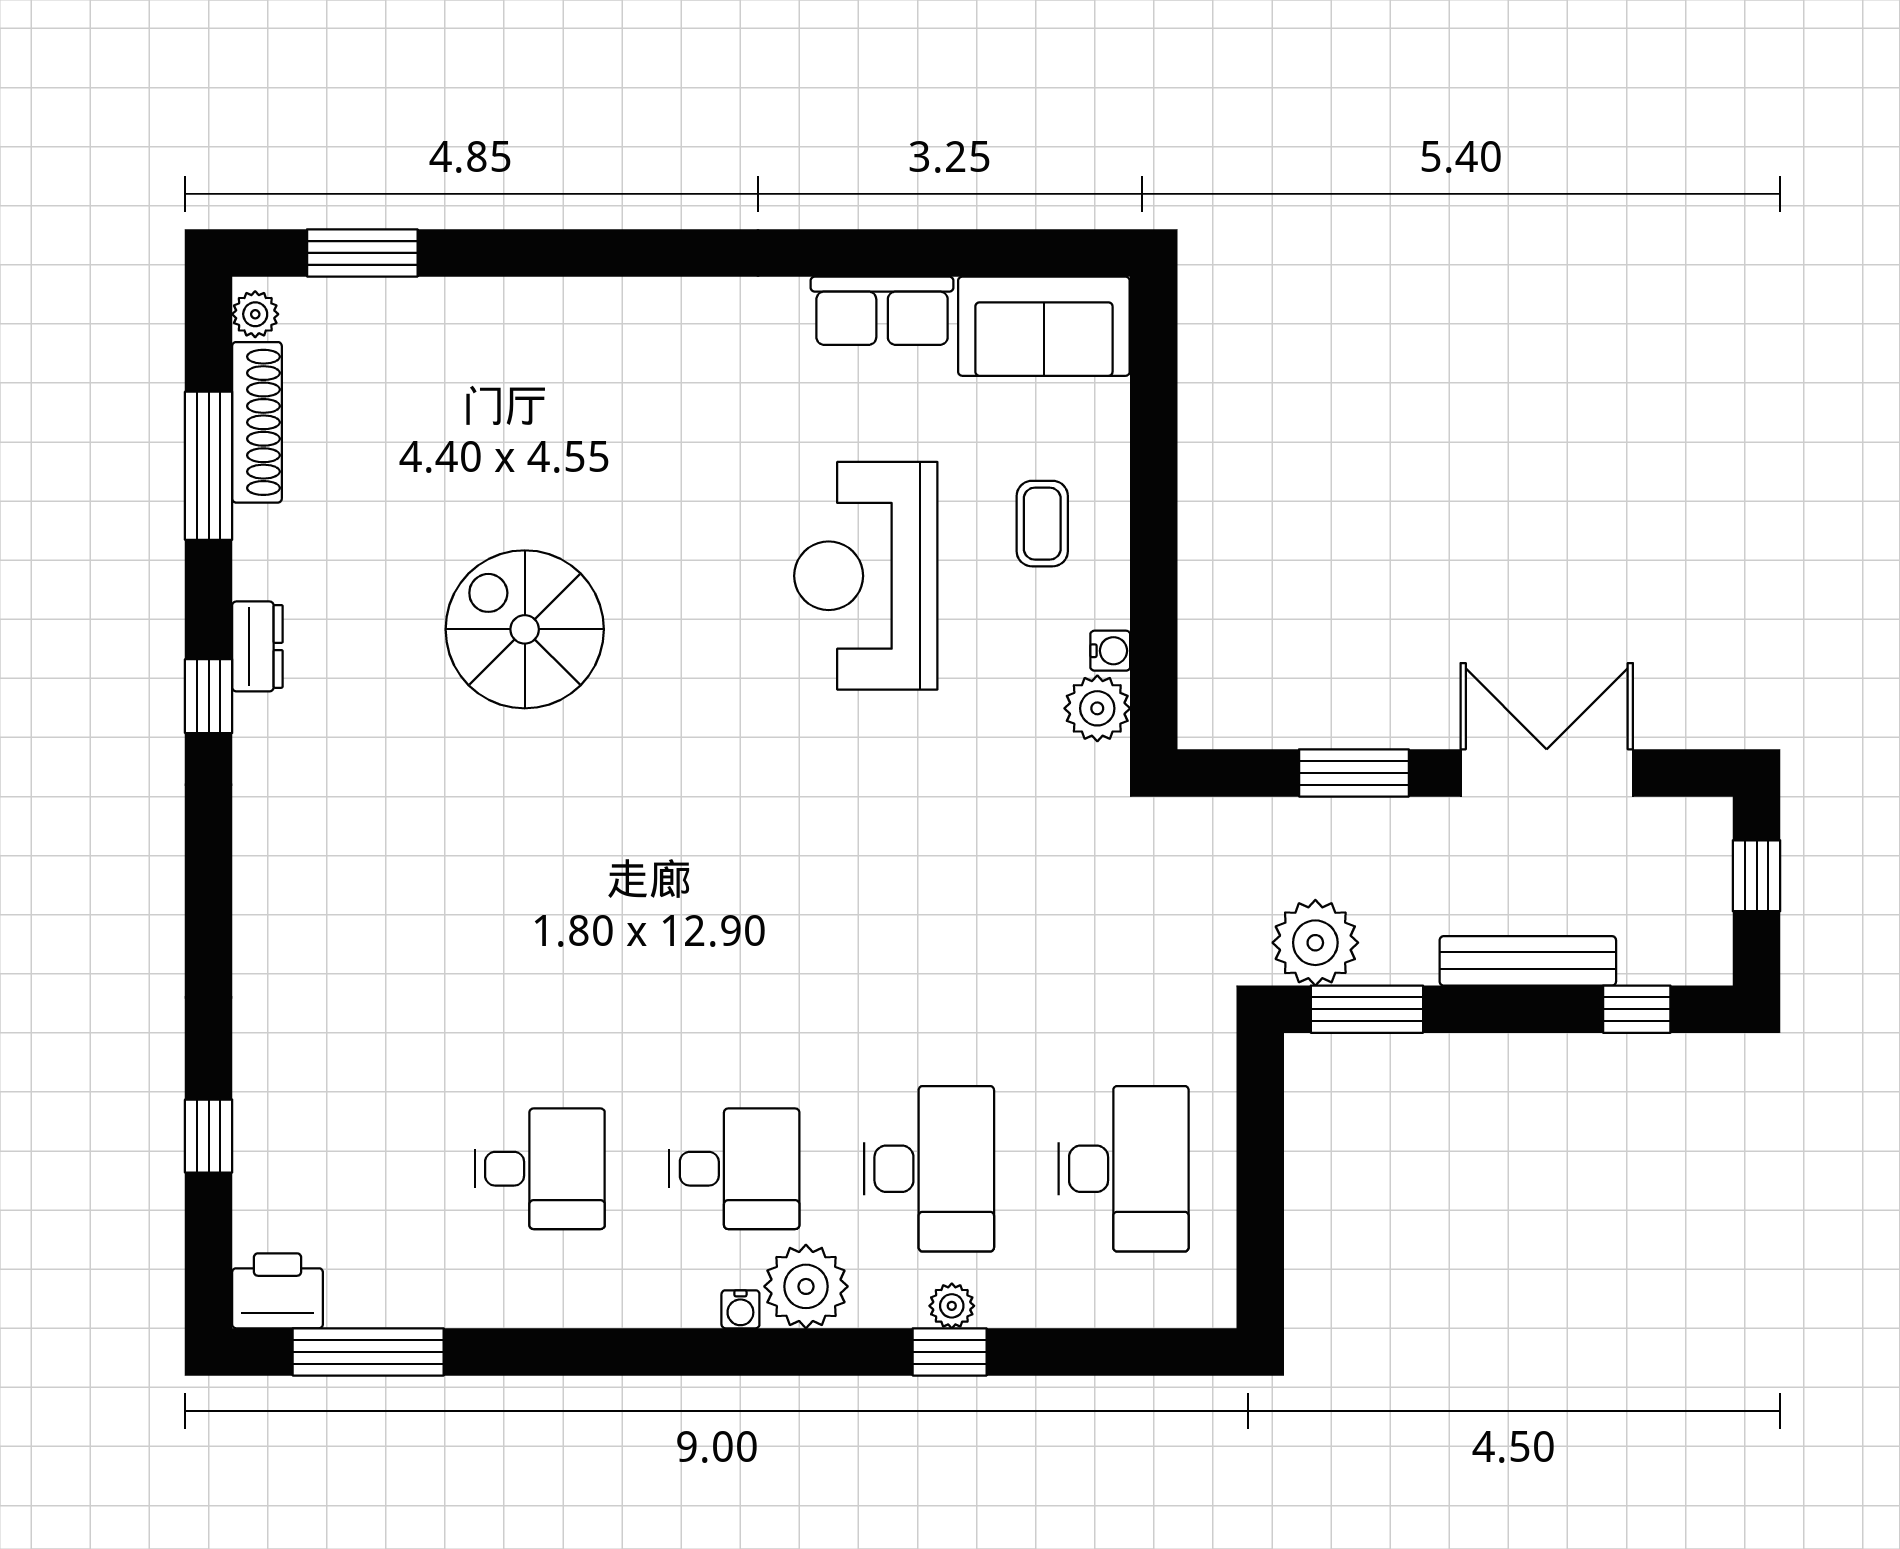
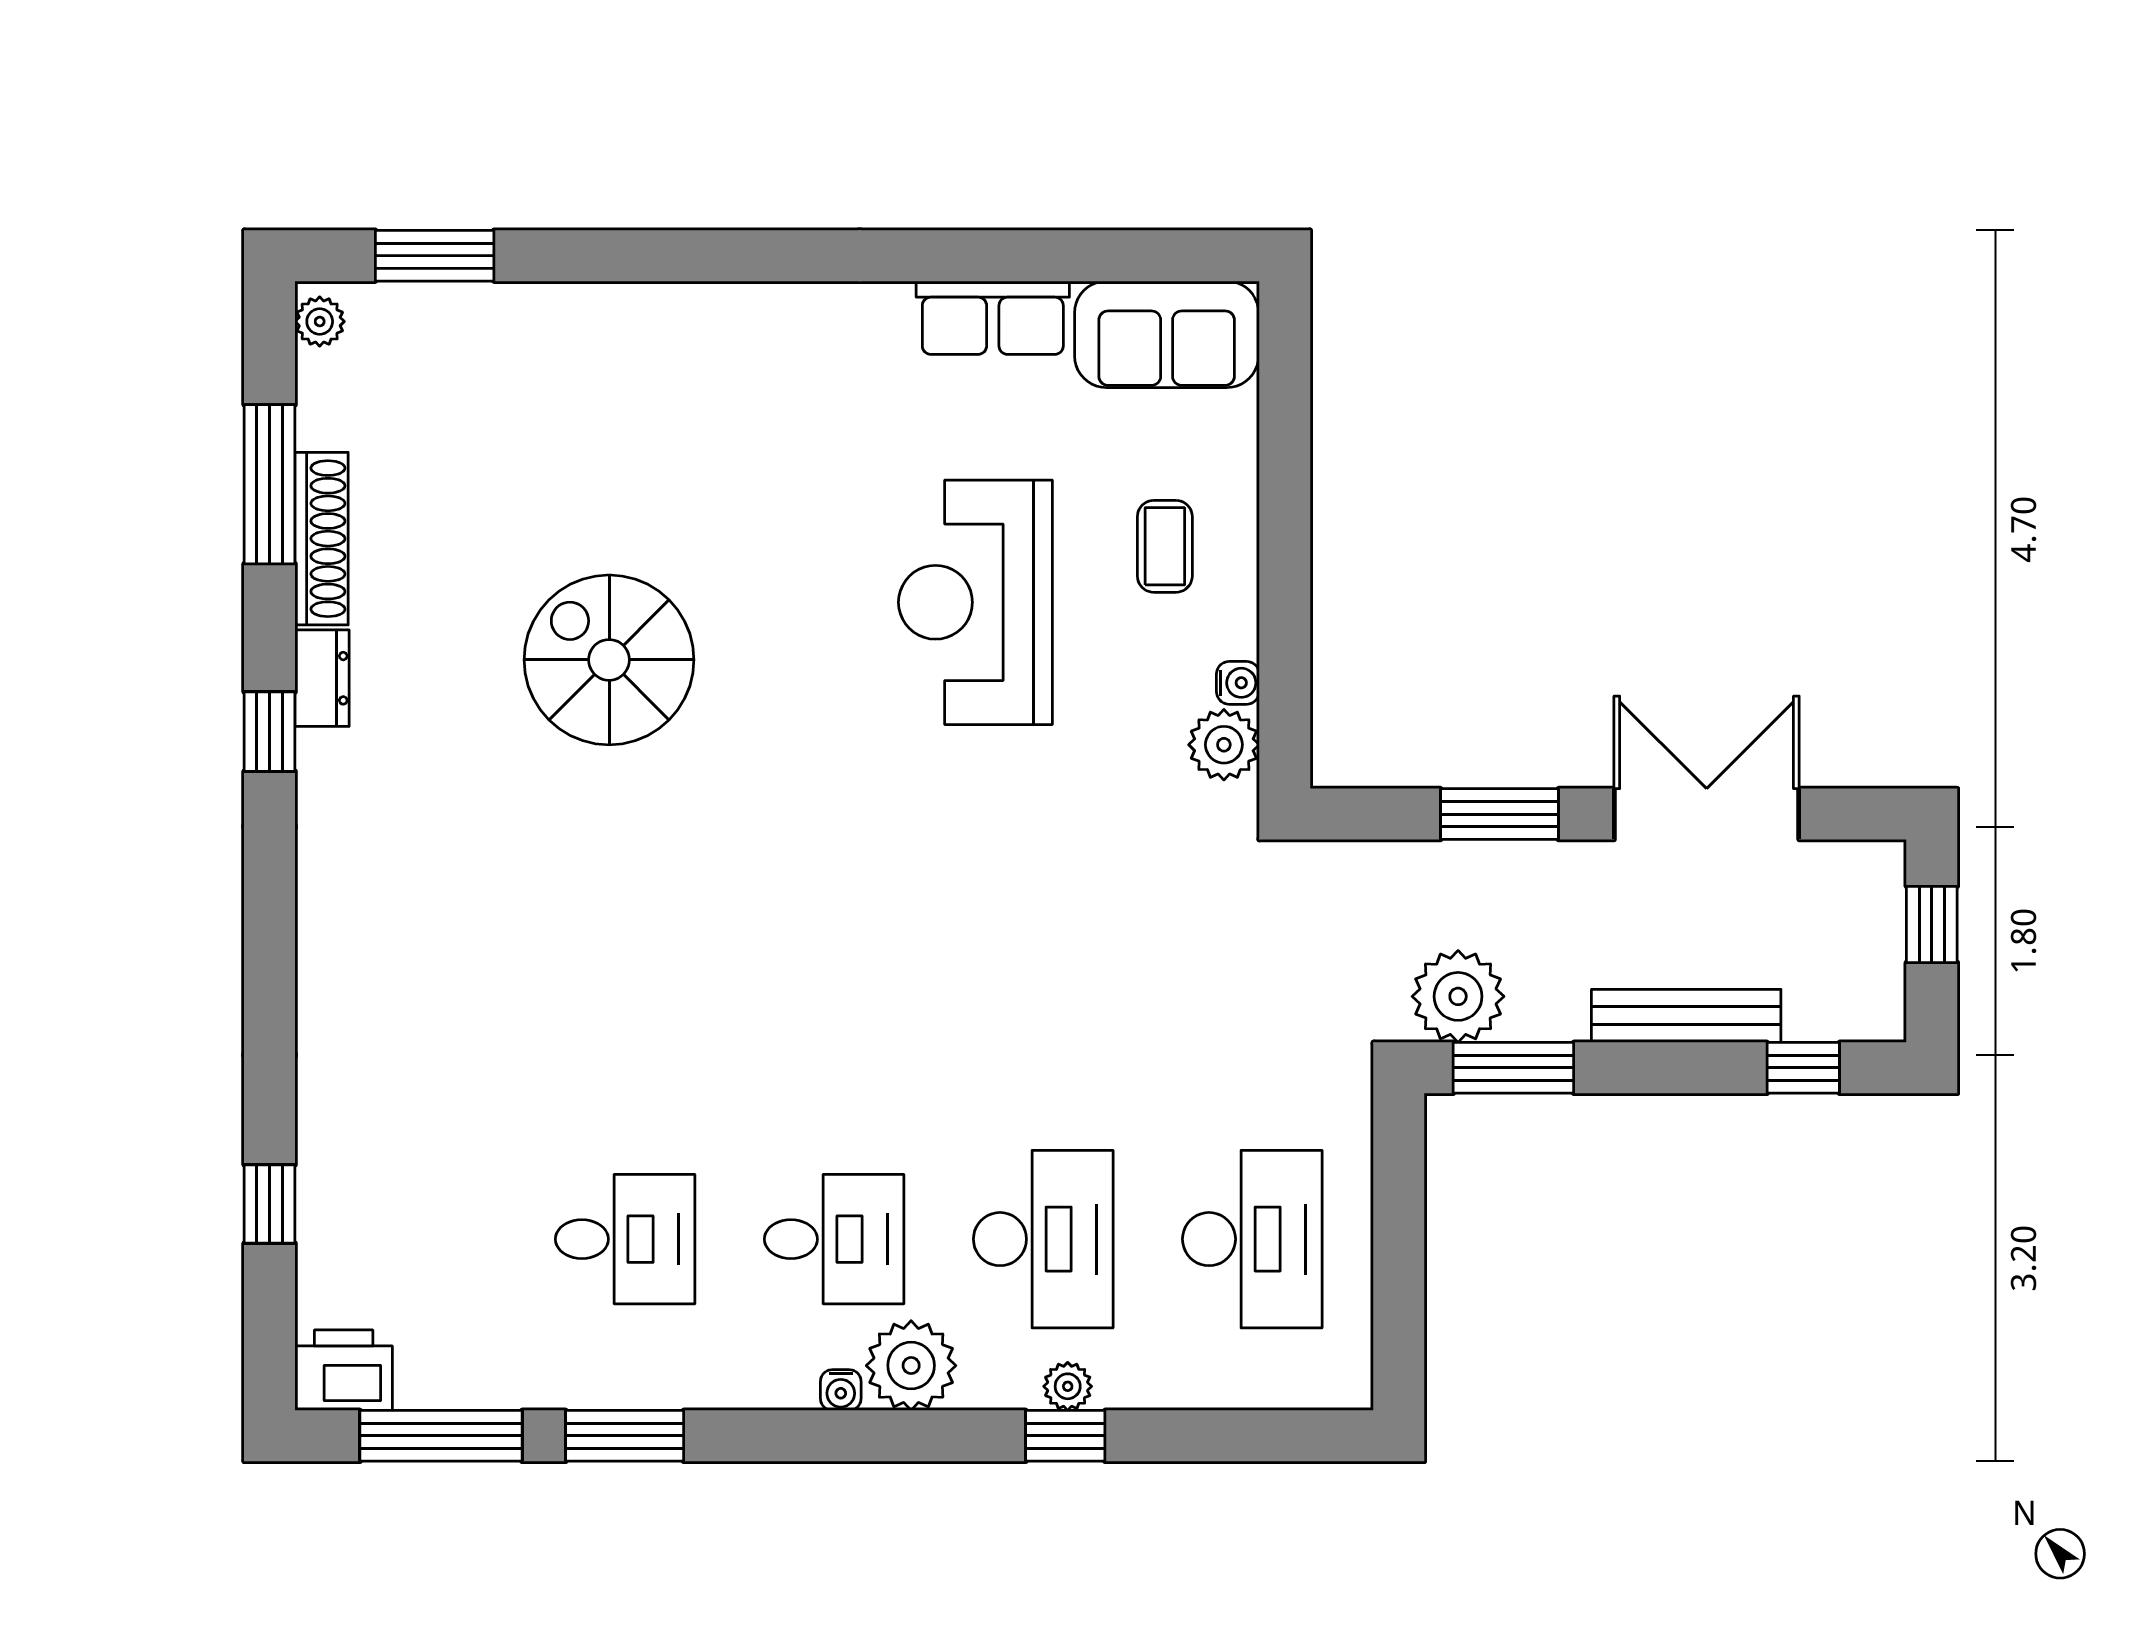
shoe rack: (257, 422) -> (322, 539), moved
window: (539, 1352) -> (625, 1436), added

